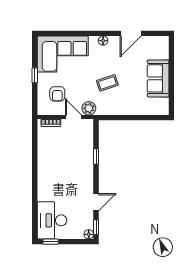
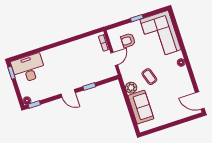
door: (131, 33) -> (200, 101), moved
sofa: (158, 78) -> (141, 107), moved, turned 90
plant: (89, 108) -> (131, 88), moved
door: (96, 202) -> (68, 93), moved

